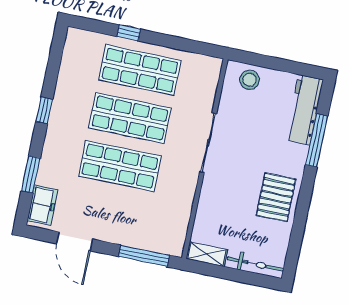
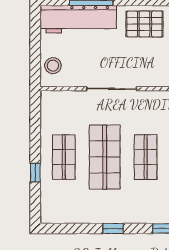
shop shelf: (140, 70) -> (64, 157), width x0.70, depth x0.74
workbench: (304, 110) -> (78, 19), width x1.36, depth x1.32
shop shelf: (120, 166) -> (146, 157), width x0.70, depth x0.74

